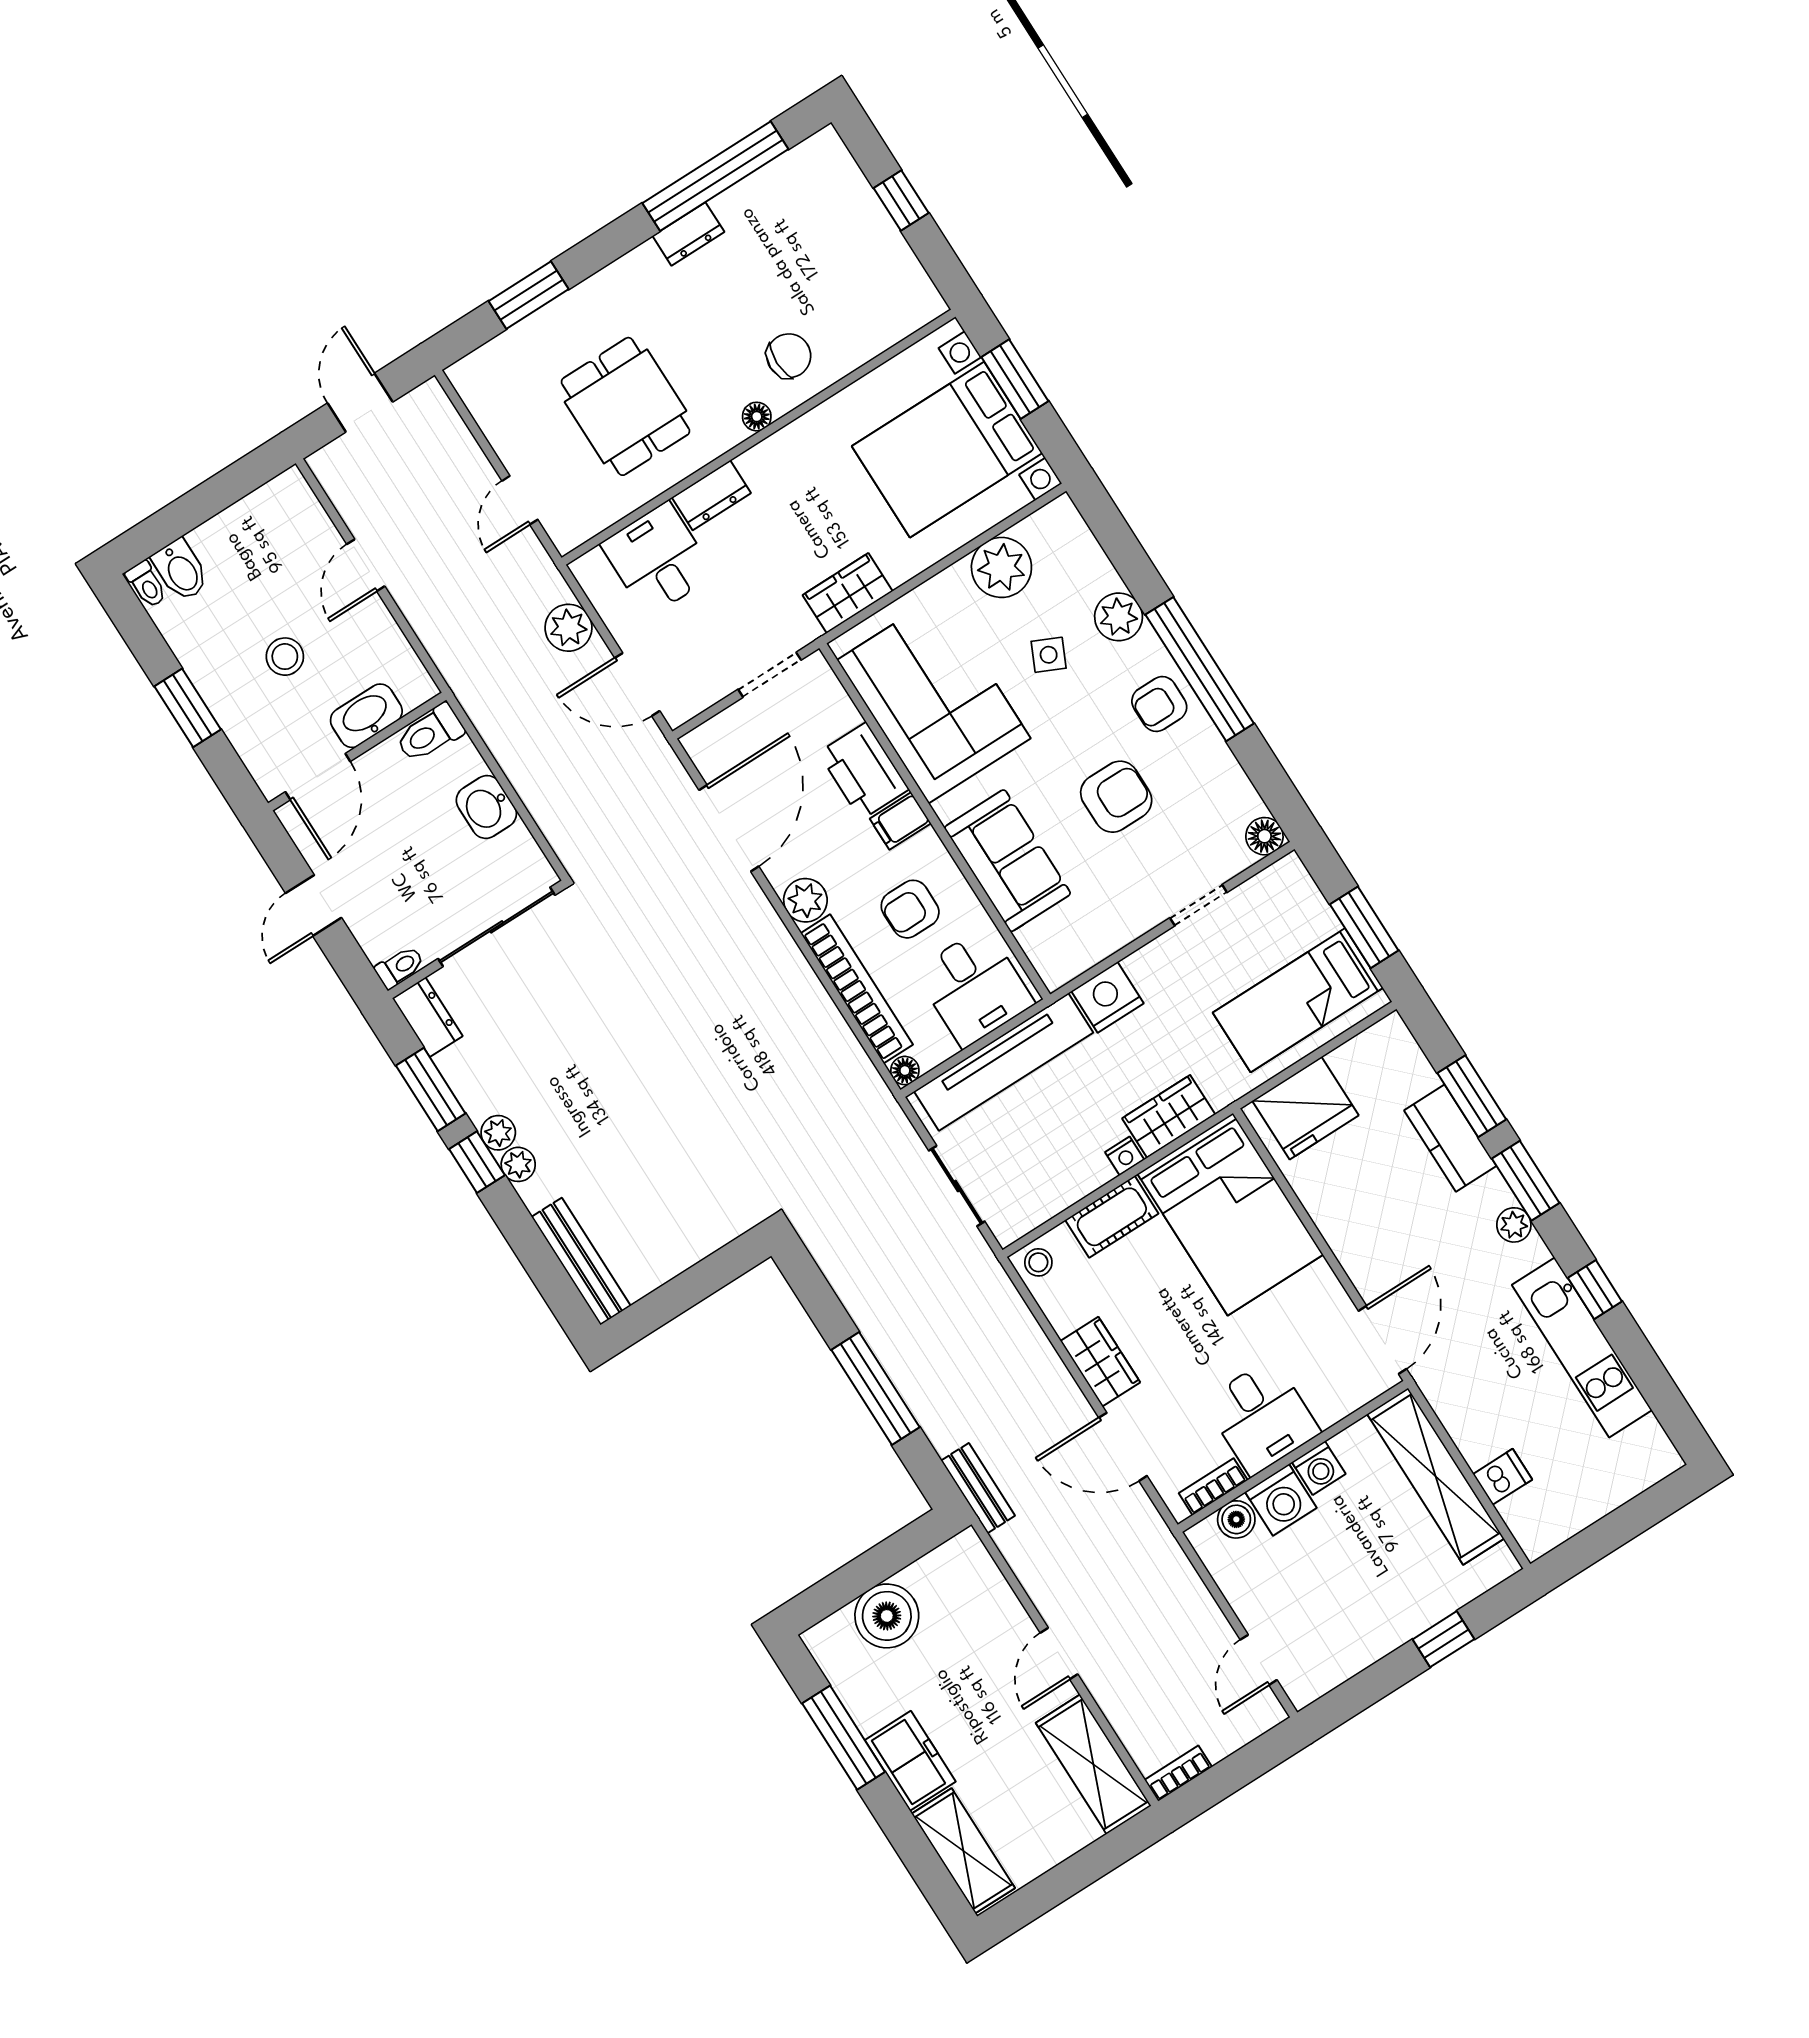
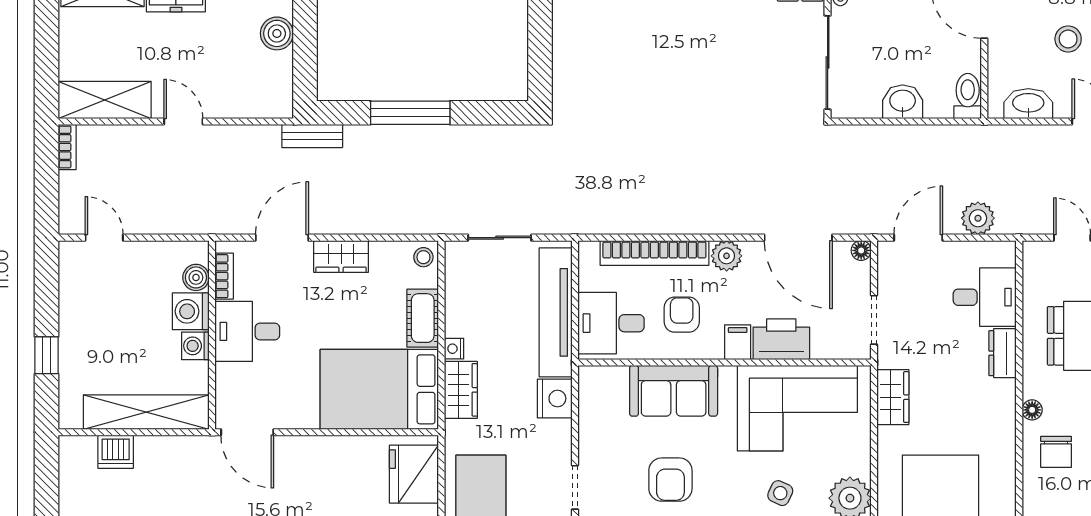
washbasin: (366, 716) -> (1028, 104), moved, turned -90
floor lamp: (905, 1071) -> (861, 250), moved
dishwasher: (1503, 1477) -> (116, 452), width x1.38
boiler: (887, 1616) -> (277, 33), width x0.73, depth x0.73

